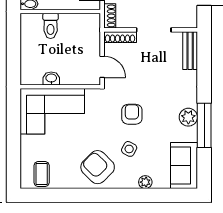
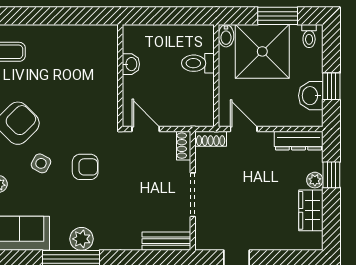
shoe rack: (120, 37) -> (184, 146), width x0.70
door: (102, 67) -> (146, 129), swing flipped
corner sofa: (52, 111) -> (89, 65), removed

